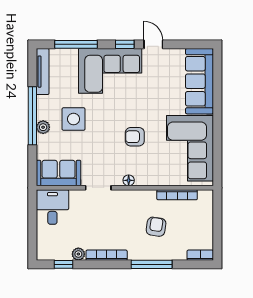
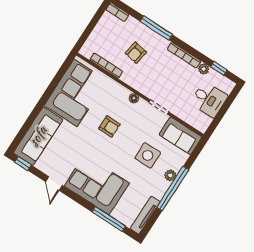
window: (125, 44) -> (23, 164), moved
side table: (74, 119) -> (148, 155), moved
desk: (52, 207) -> (209, 99), moved, turned -90

